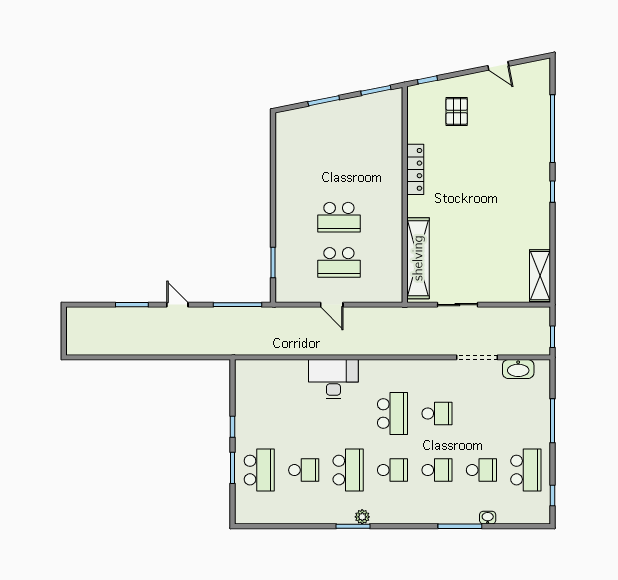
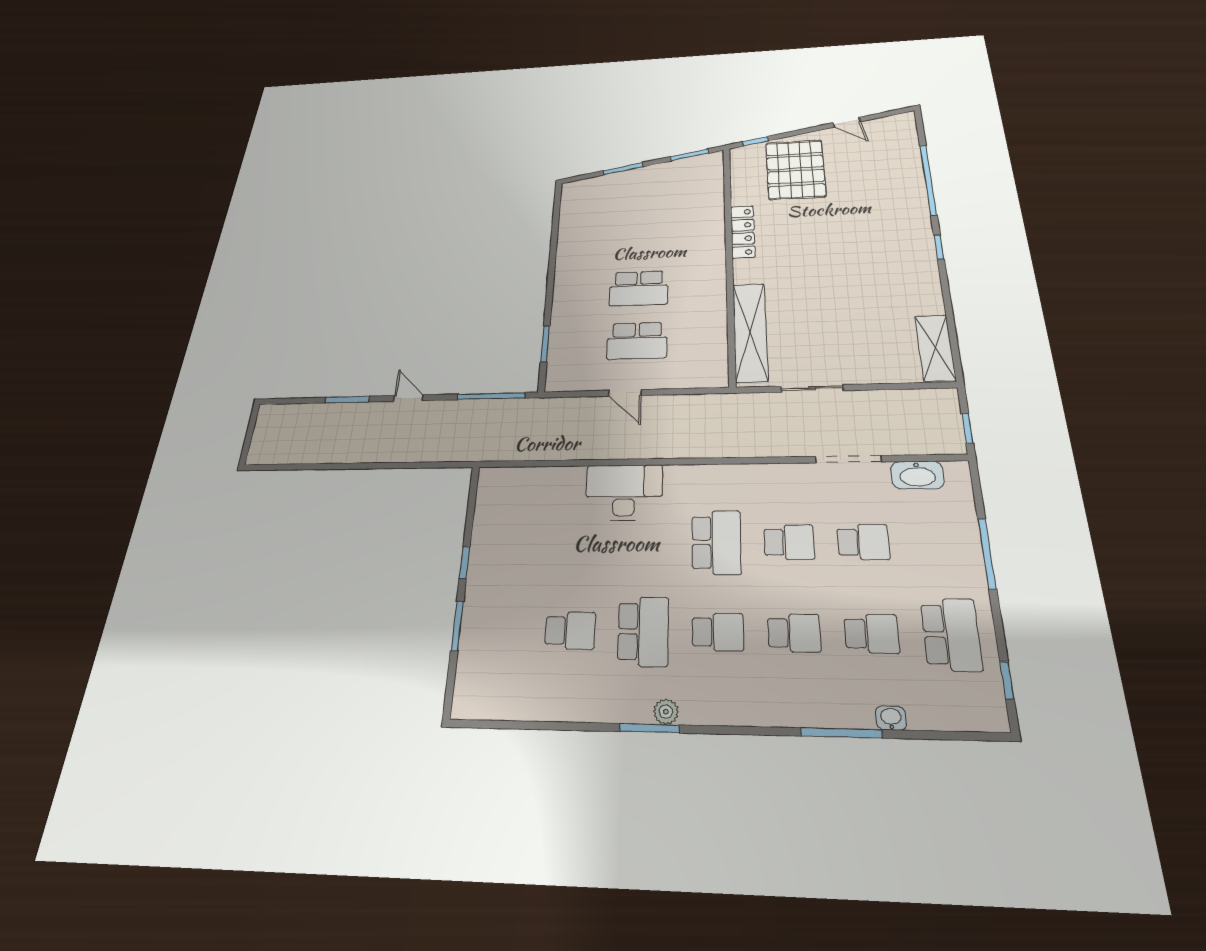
pallet: (457, 111) -> (795, 170), width x2.05, depth x2.00
school desk: (259, 470) -> (863, 542), moved, width x0.54

